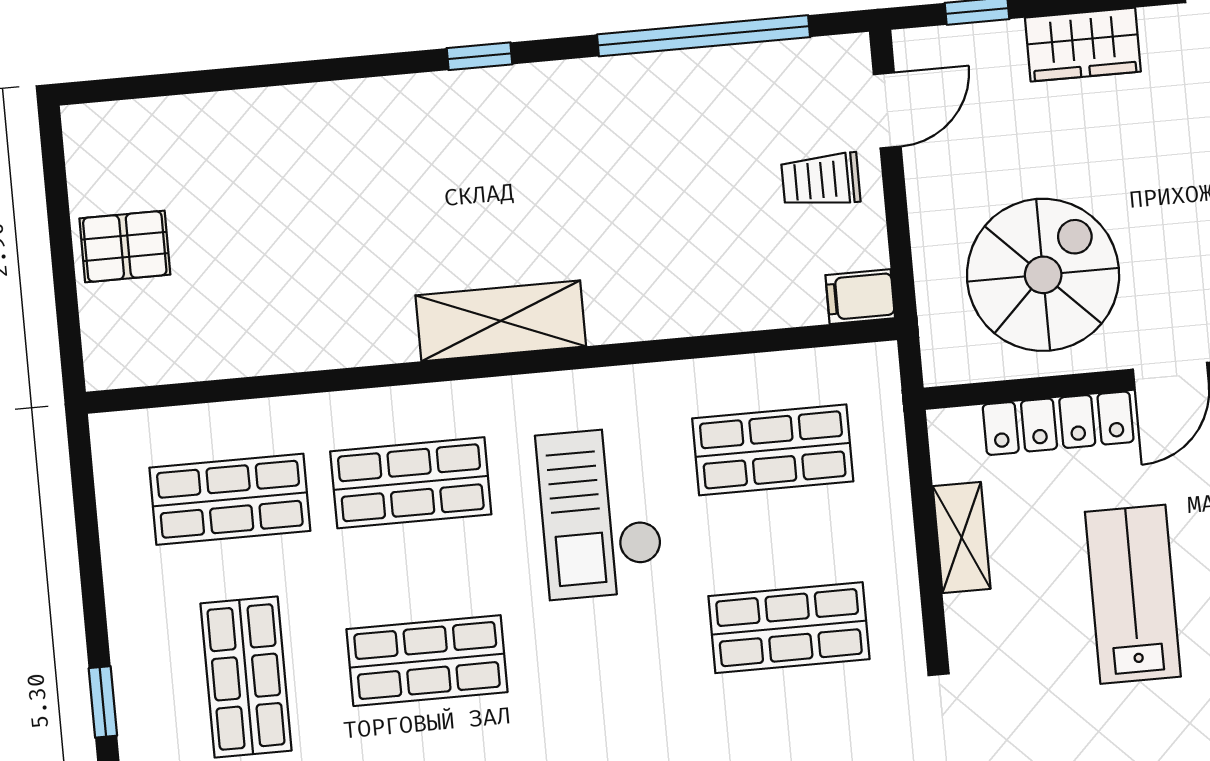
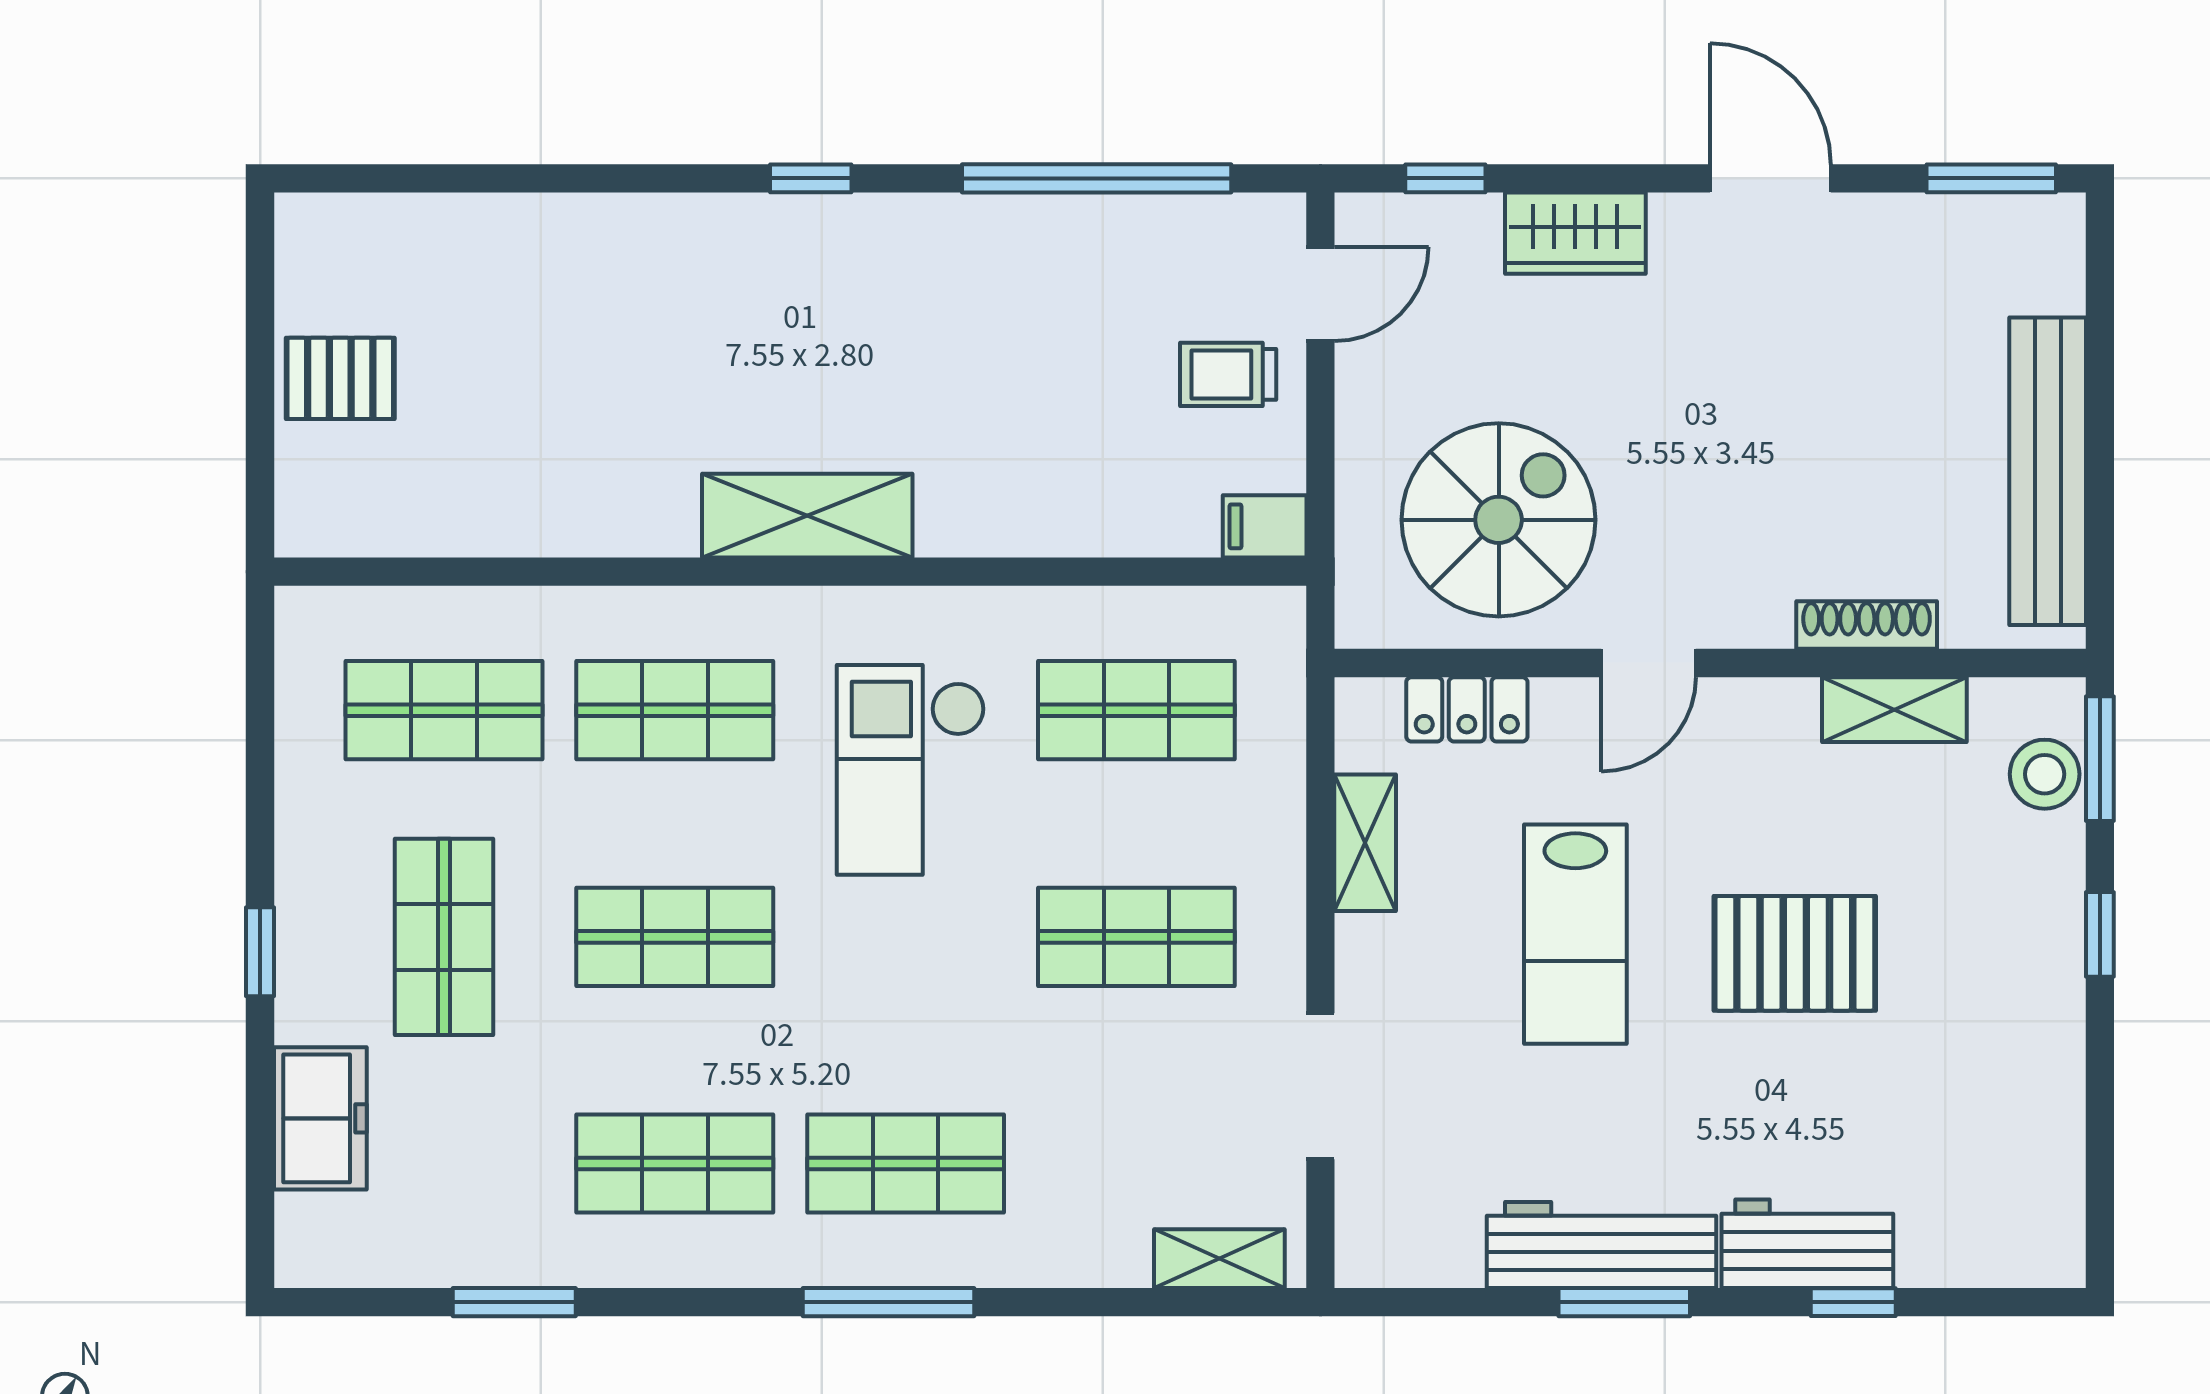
locker: (1058, 423) -> (1467, 709), width x0.66
lab bench: (1133, 594) -> (1575, 934), turned 180

